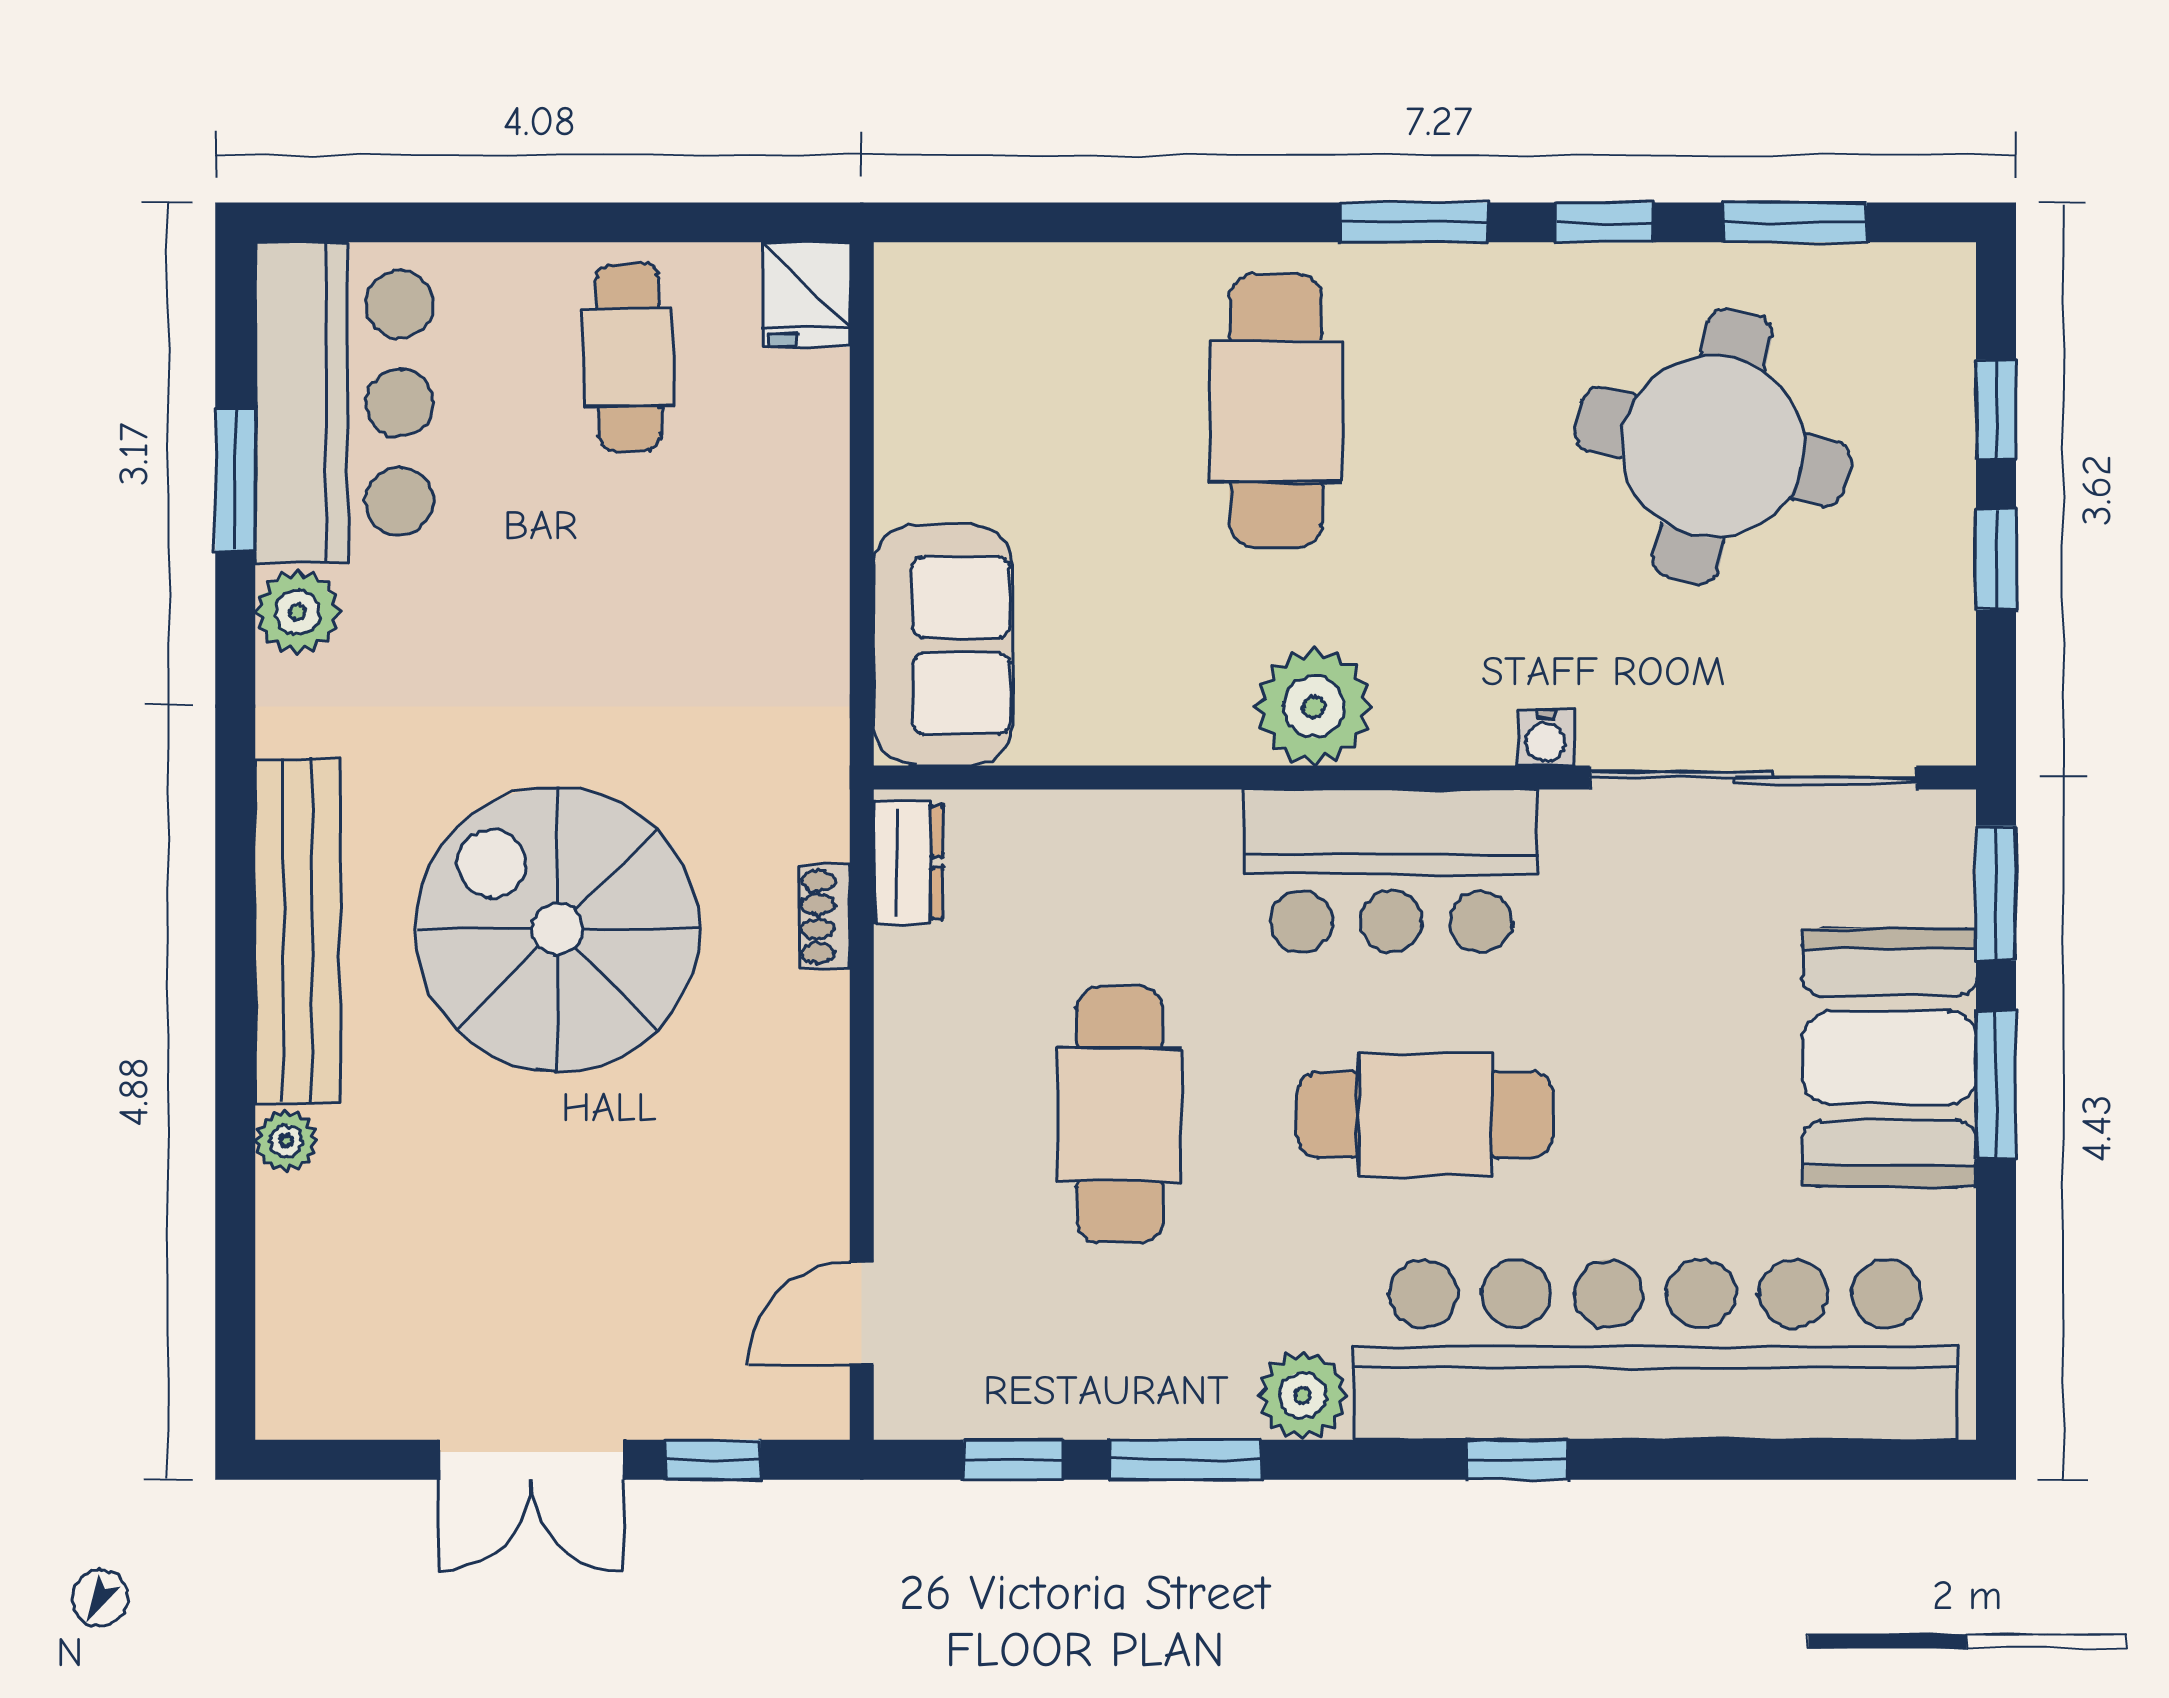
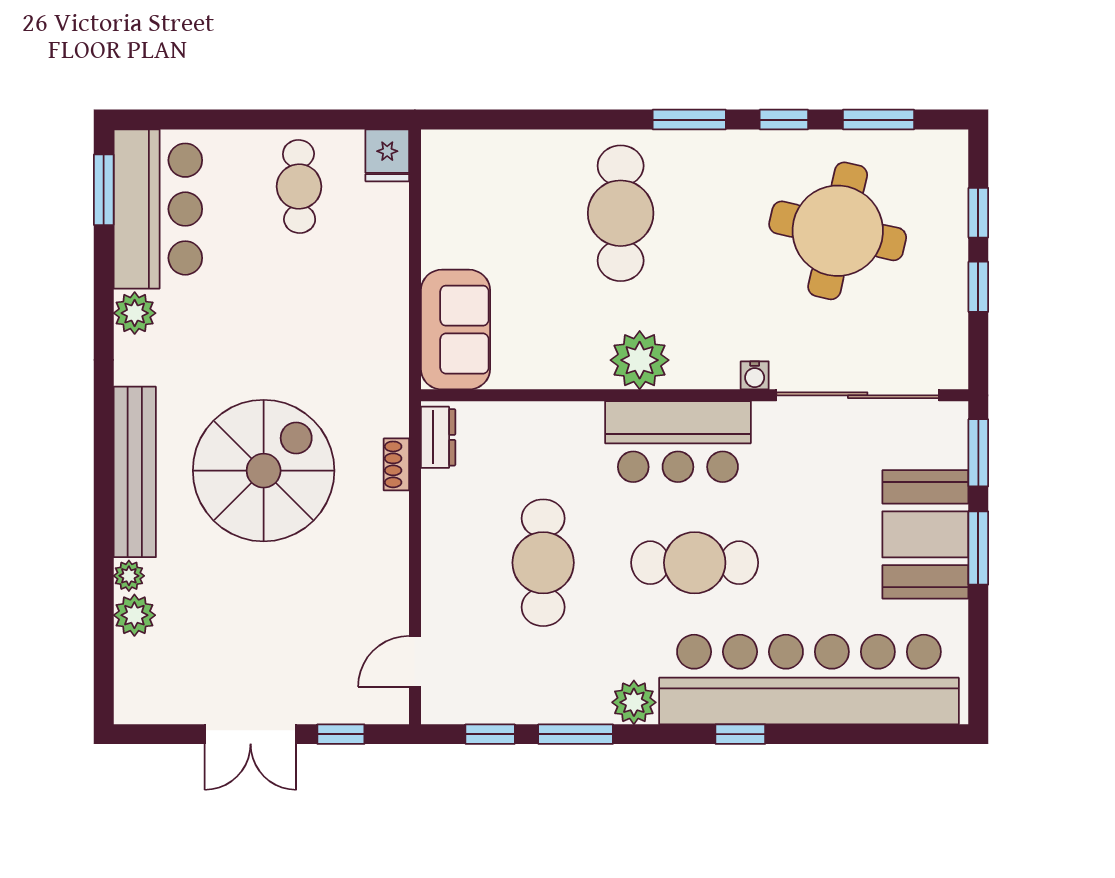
window: (235, 480) -> (104, 190), moved
spiral stairs: (557, 929) -> (264, 471), turned 90
plant: (297, 1220) -> (134, 615), added

